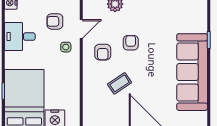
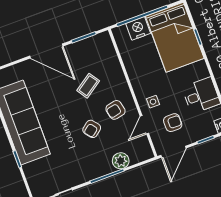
armchair: (131, 43) -> (92, 129), turned 51
armchair: (103, 52) -> (115, 110), turned -102

